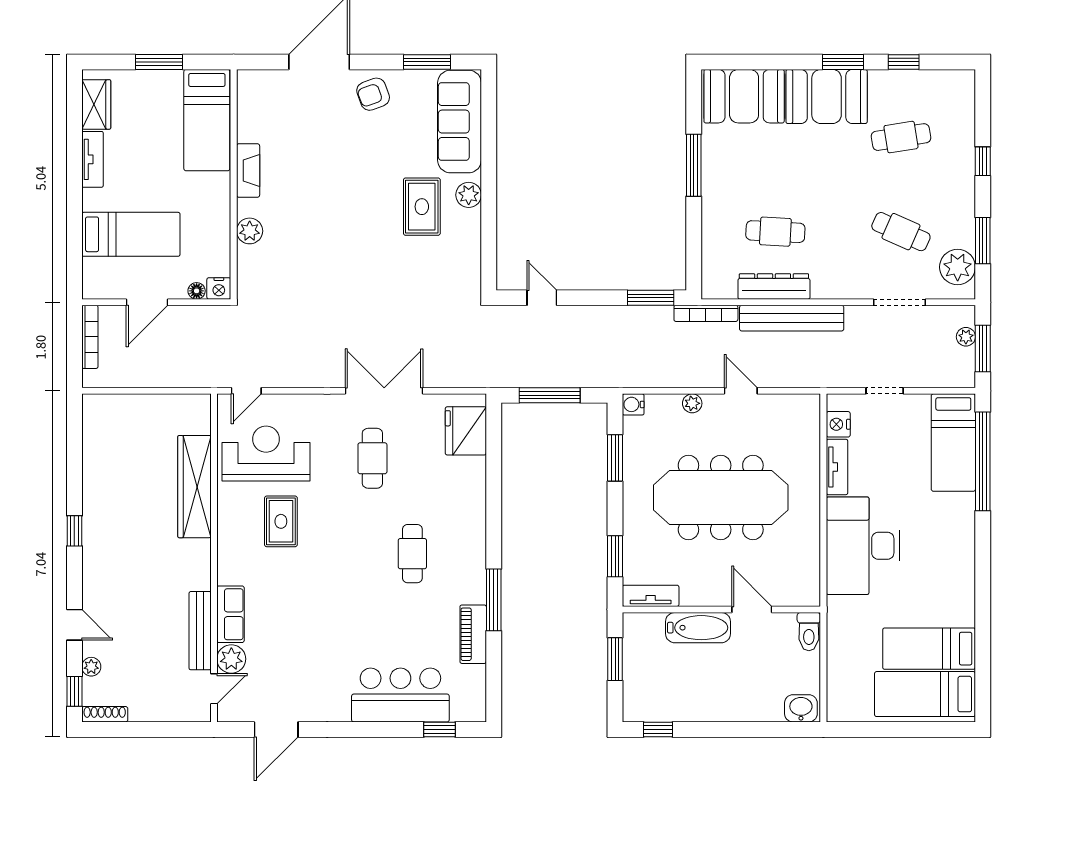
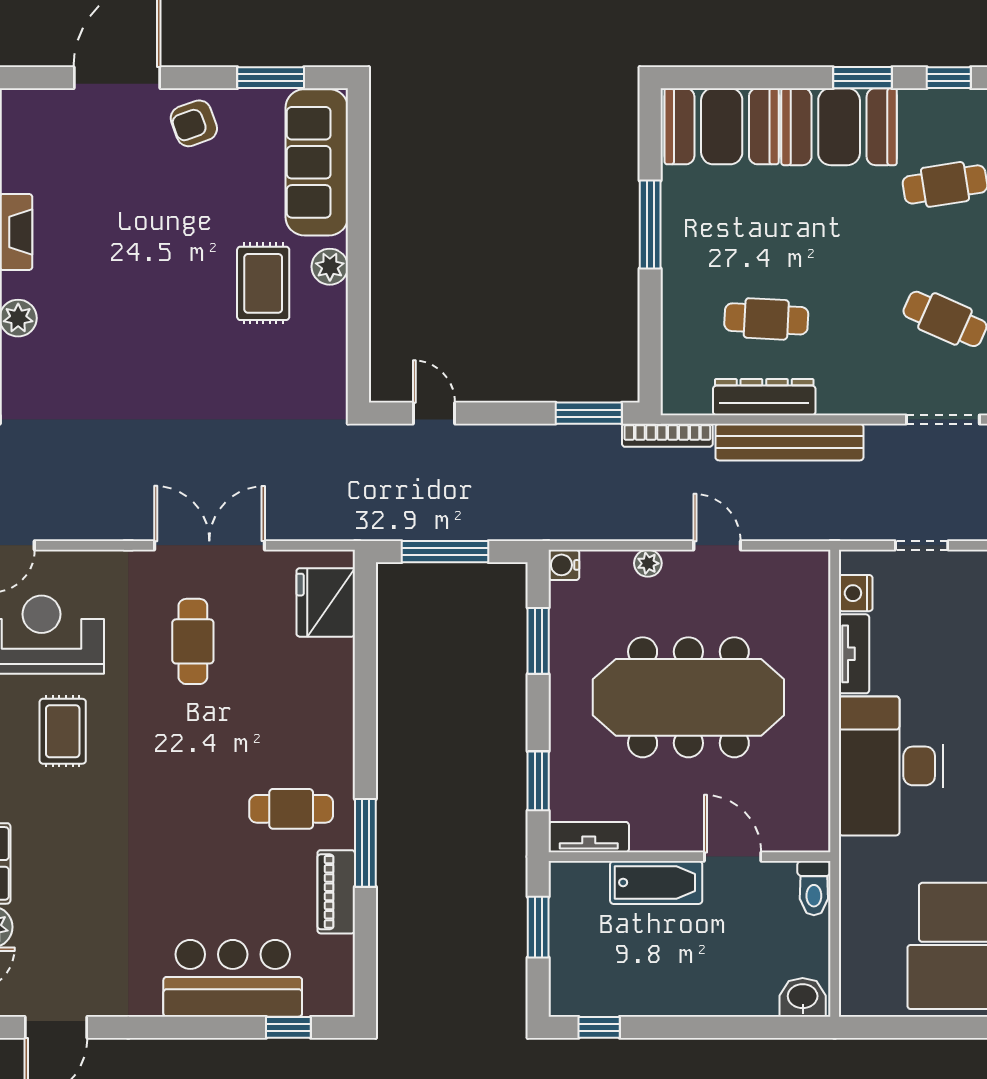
cafe table: (412, 554) -> (291, 809), moved, turned 90

